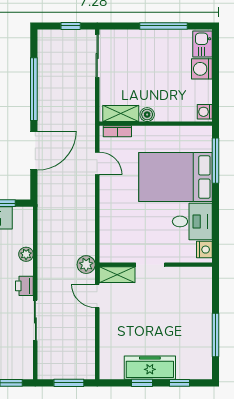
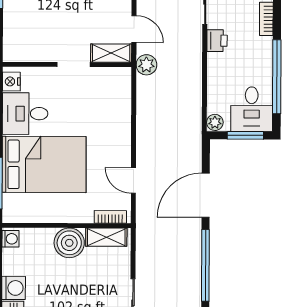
boiler: (147, 115) -> (69, 243), width x1.86, depth x1.86
plant: (26, 254) -> (215, 122), moved

